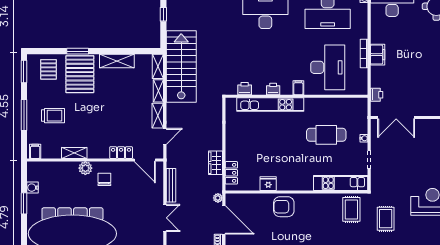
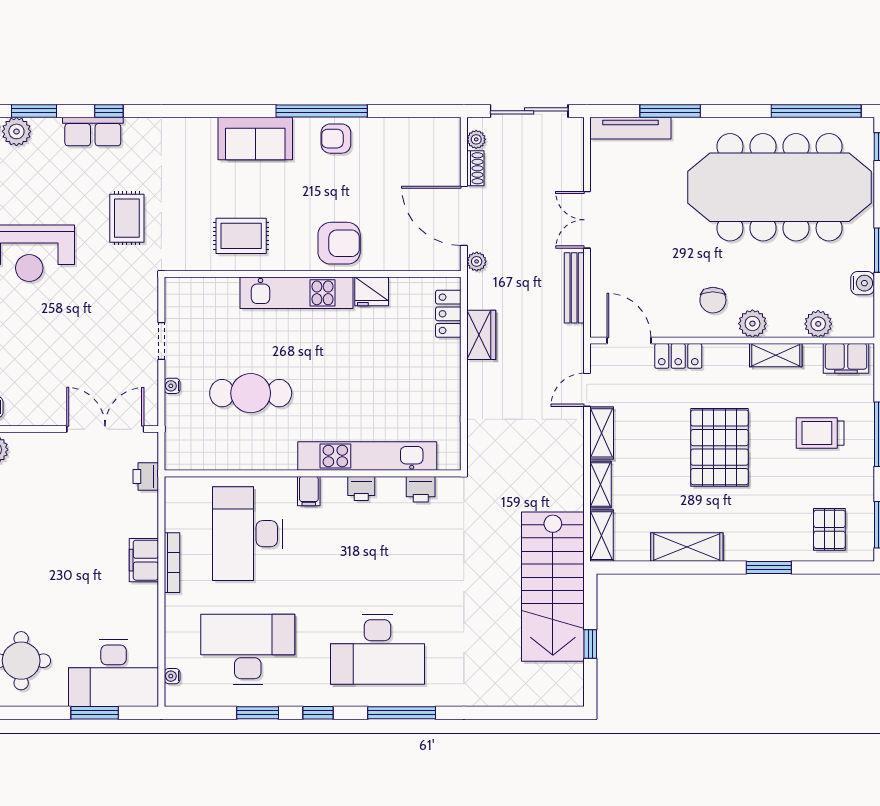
stairs: (181, 67) -> (553, 587), moved
pallet: (80, 74) -> (720, 447), moved
filing cabinet: (35, 151) -> (846, 358), width x2.00
plant: (54, 168) -> (818, 324), added
kitchen unit: (341, 183) -> (297, 293), moved
rug: (351, 209) -> (241, 236), moved, turned 90

